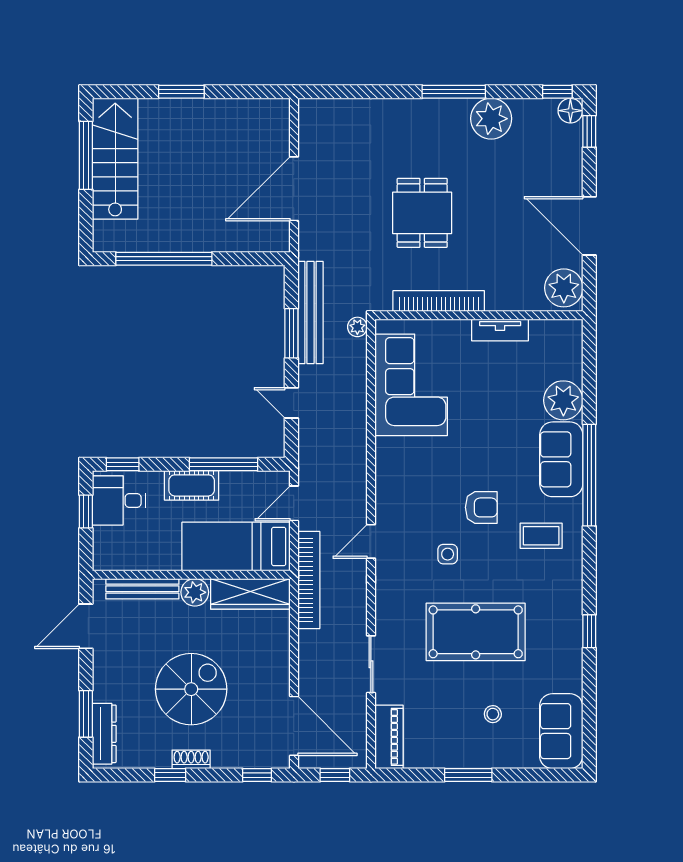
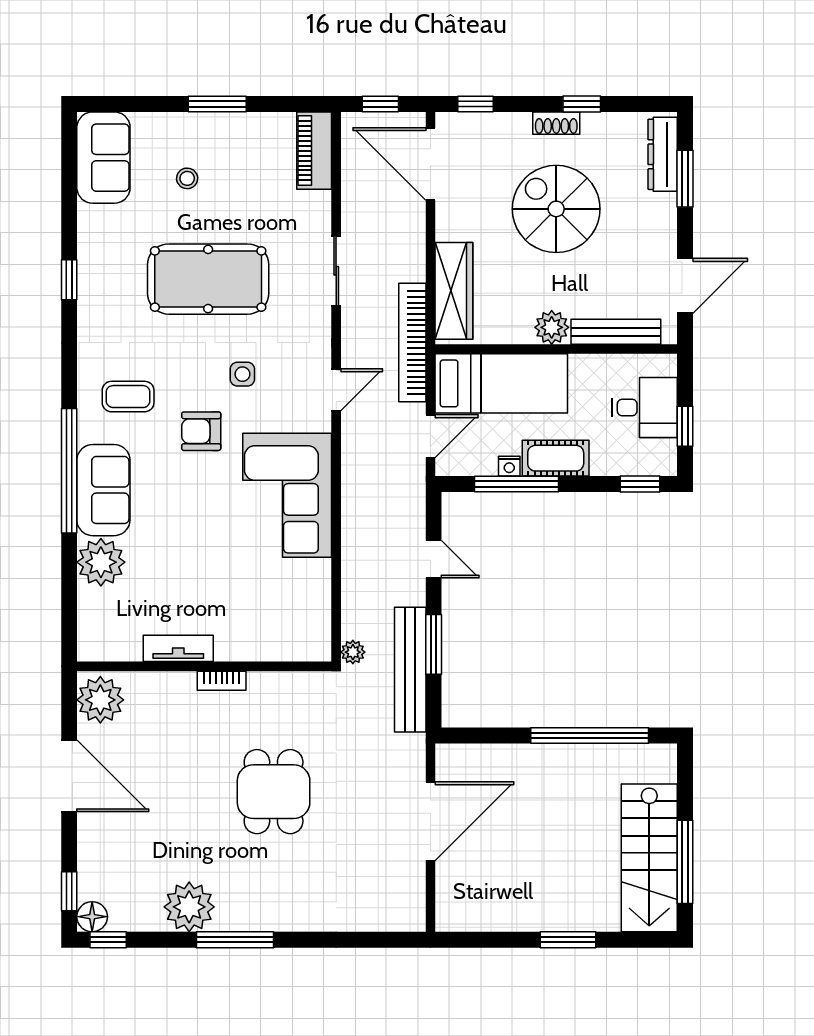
bookcase: (439, 301) -> (222, 681), width x0.43, depth x0.76
corner sofa: (411, 385) -> (287, 495), moved
nightstand: (230, 479) -> (509, 466), added
desk: (119, 500) -> (645, 407), moved
wardrobe: (250, 594) -> (454, 291), moved, turned 90
sliding door: (371, 664) -> (336, 271), moved
spiral stairs: (191, 689) -> (556, 209), turned 90

